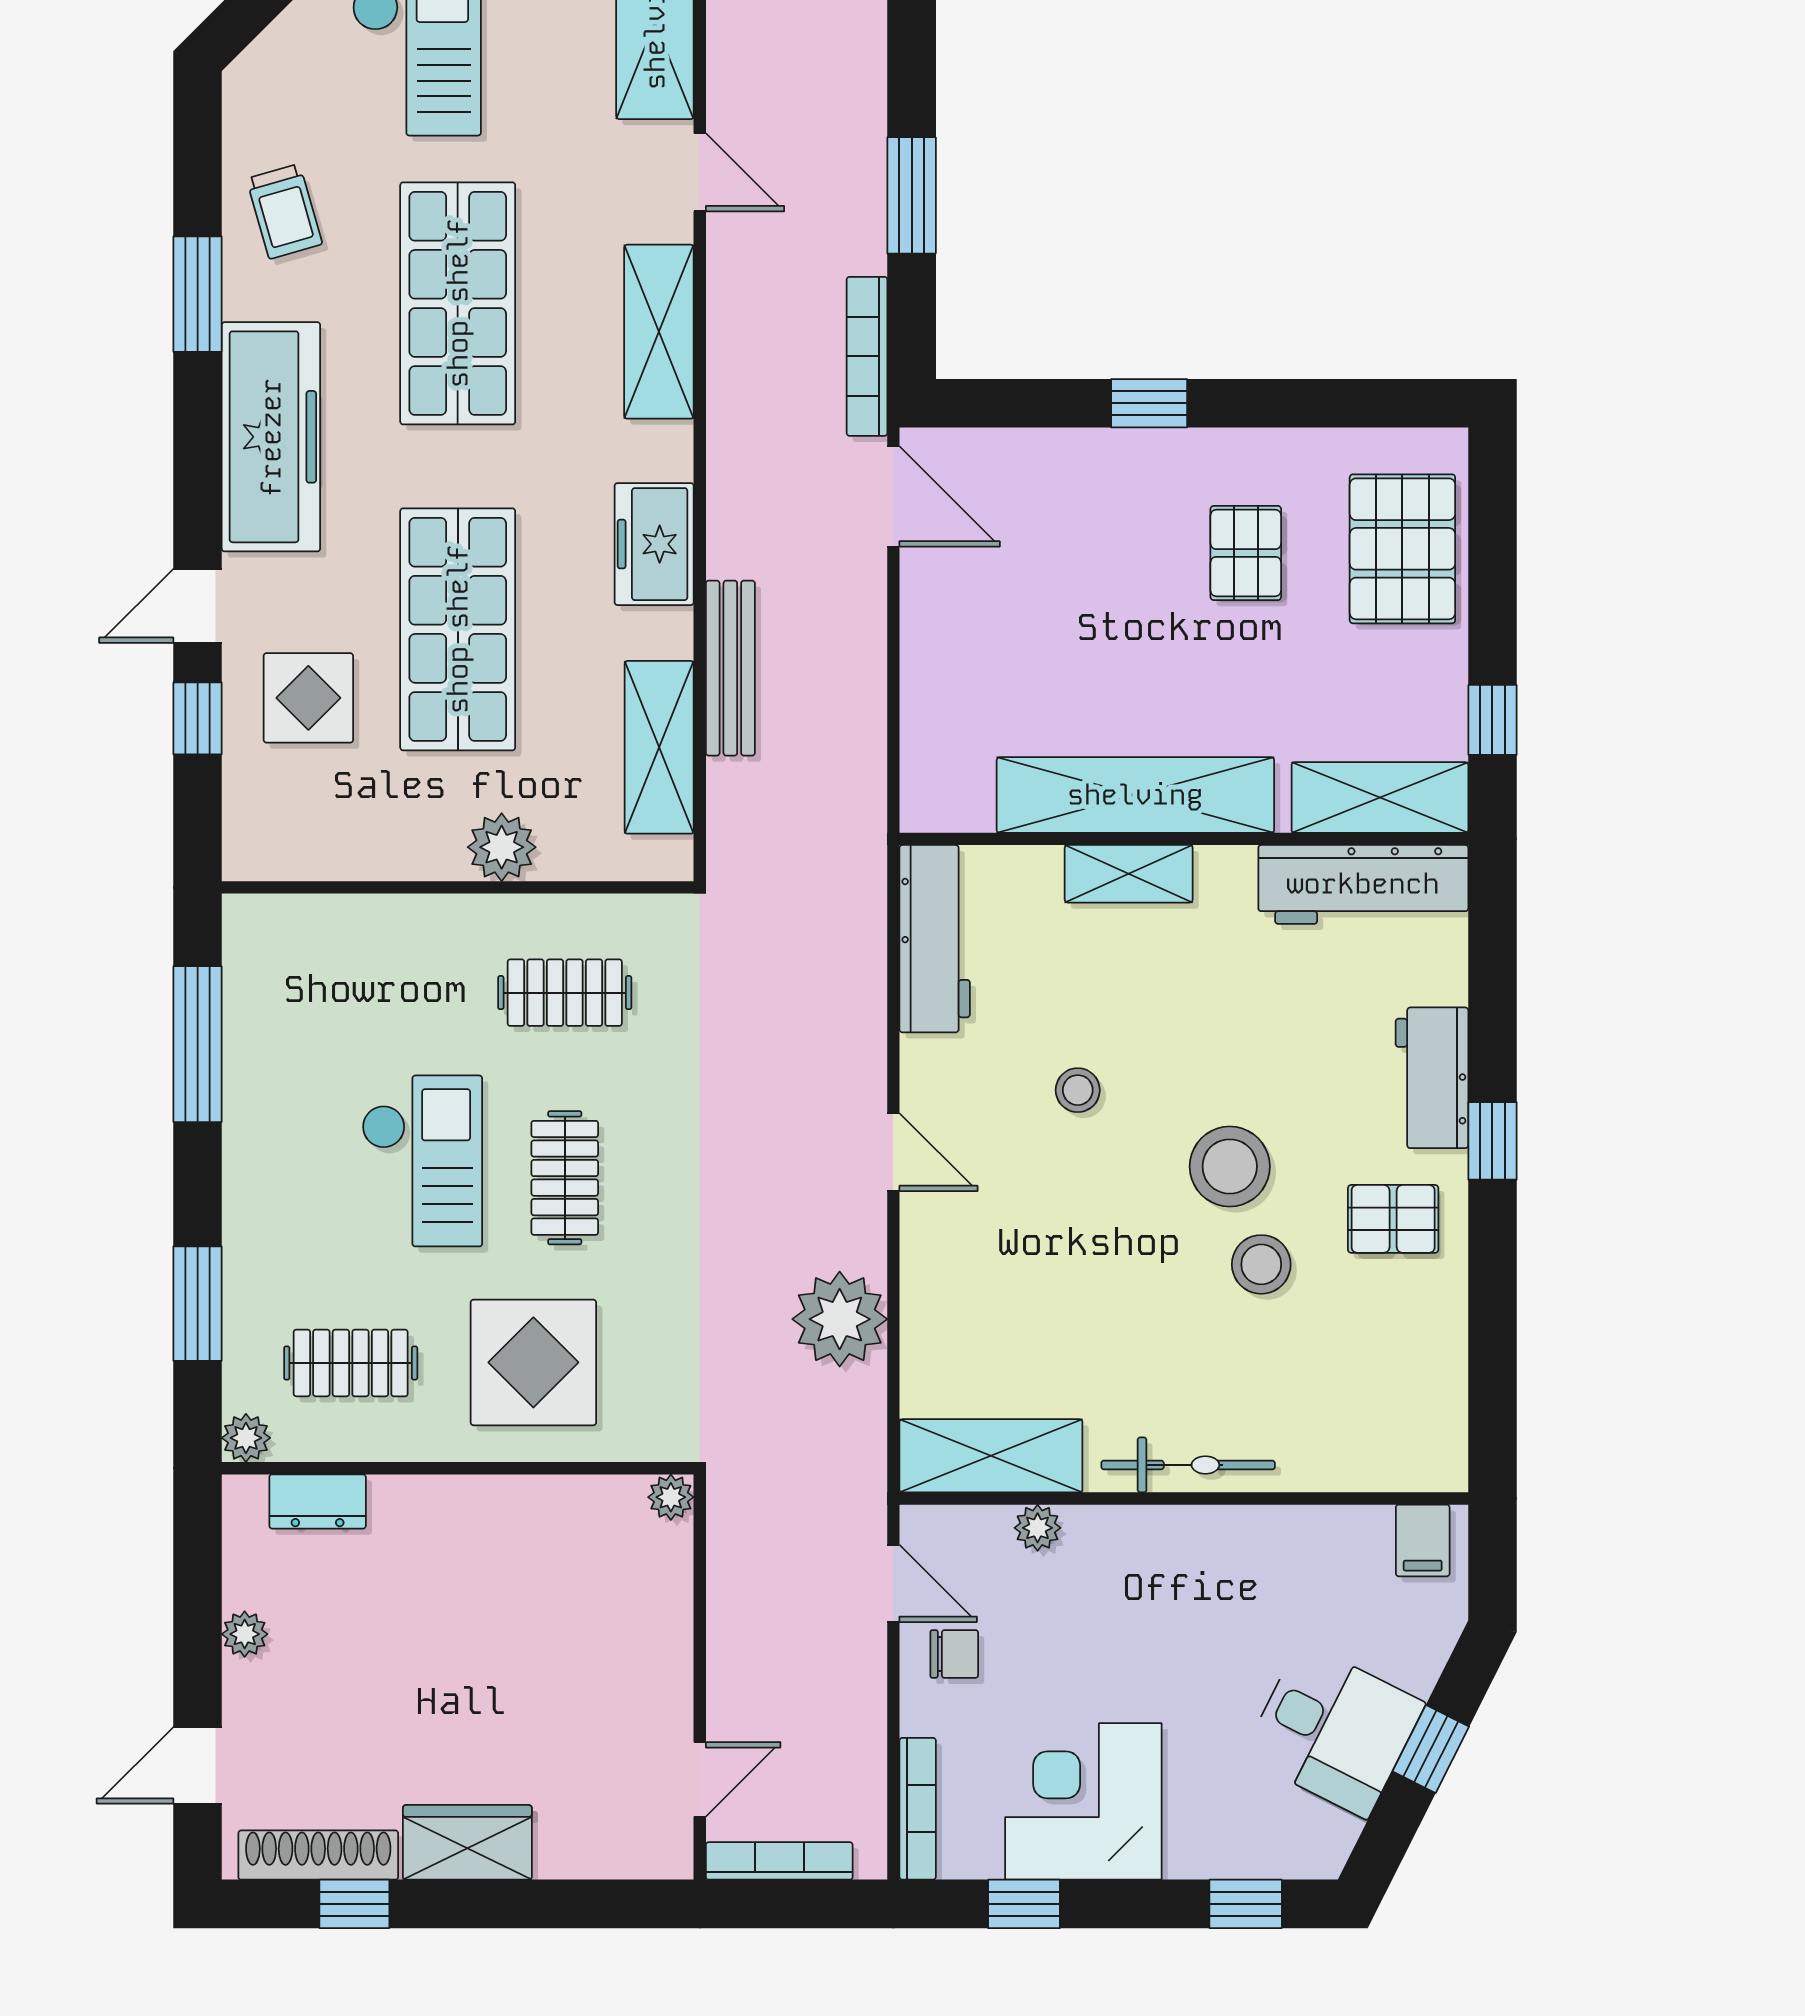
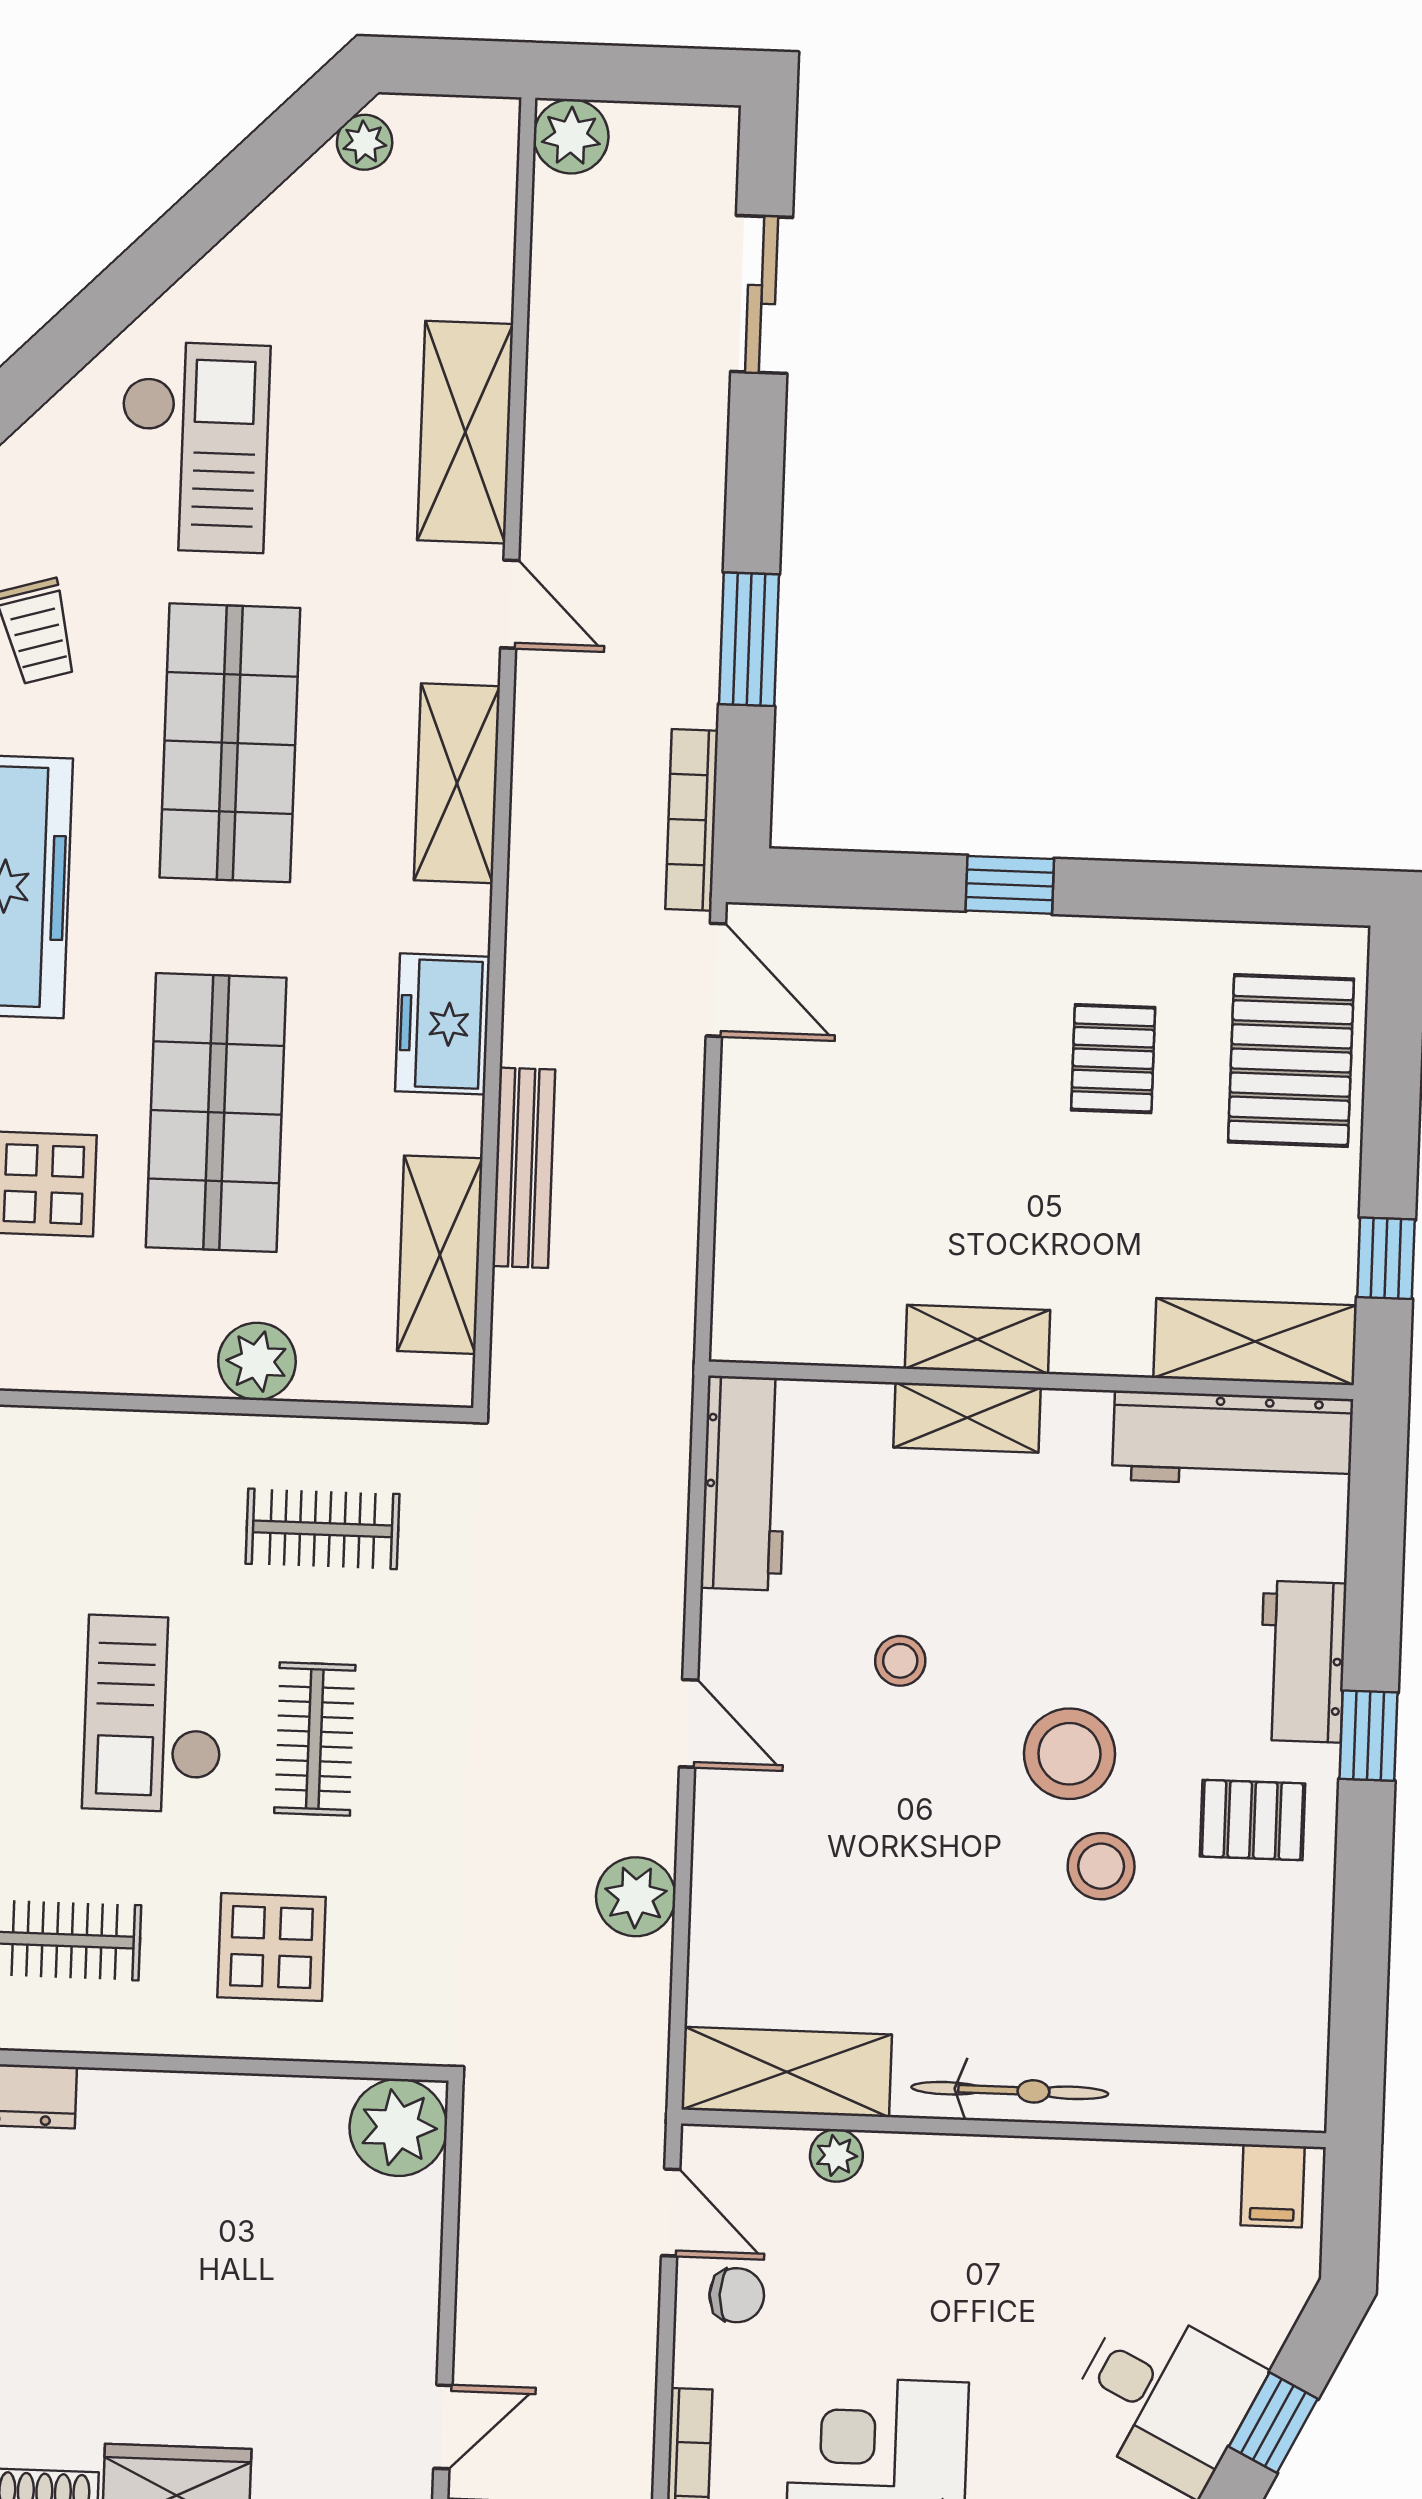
shelving: (1135, 795) -> (977, 1339), width x0.45, depth x0.75
checkout: (422, 1161) -> (154, 1714), turned 180
plant: (840, 1319) -> (636, 1897), width x0.73, depth x0.73
display table: (533, 1362) -> (272, 1947), width x0.73, depth x0.73
plant: (671, 1497) -> (398, 2127), width x1.87, depth x1.87

